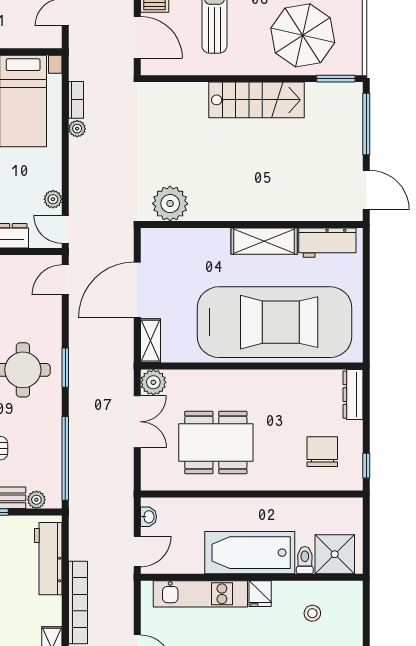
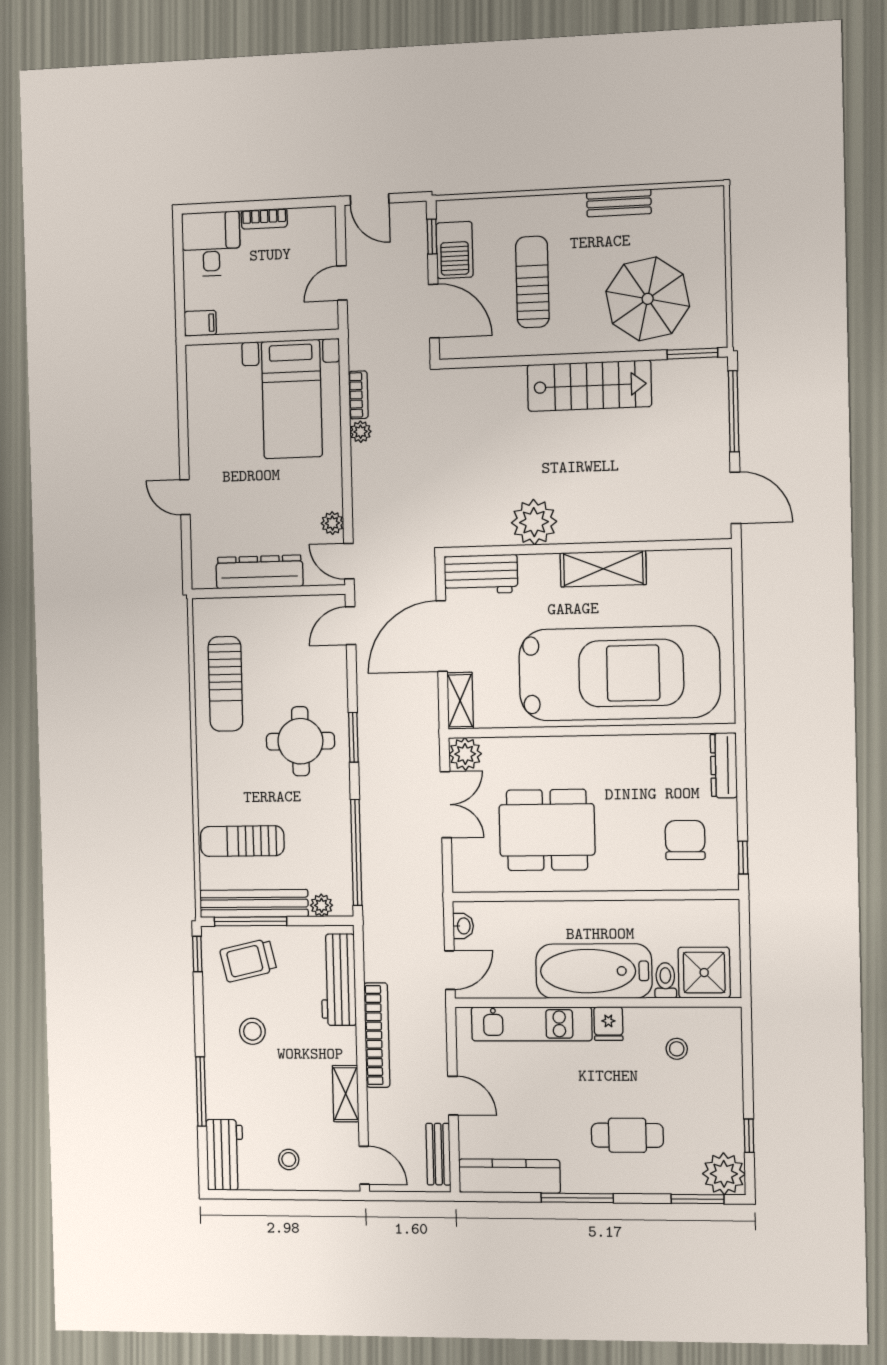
plant: (170, 204) -> (534, 522), moved
workbench: (327, 243) -> (481, 574), moved

